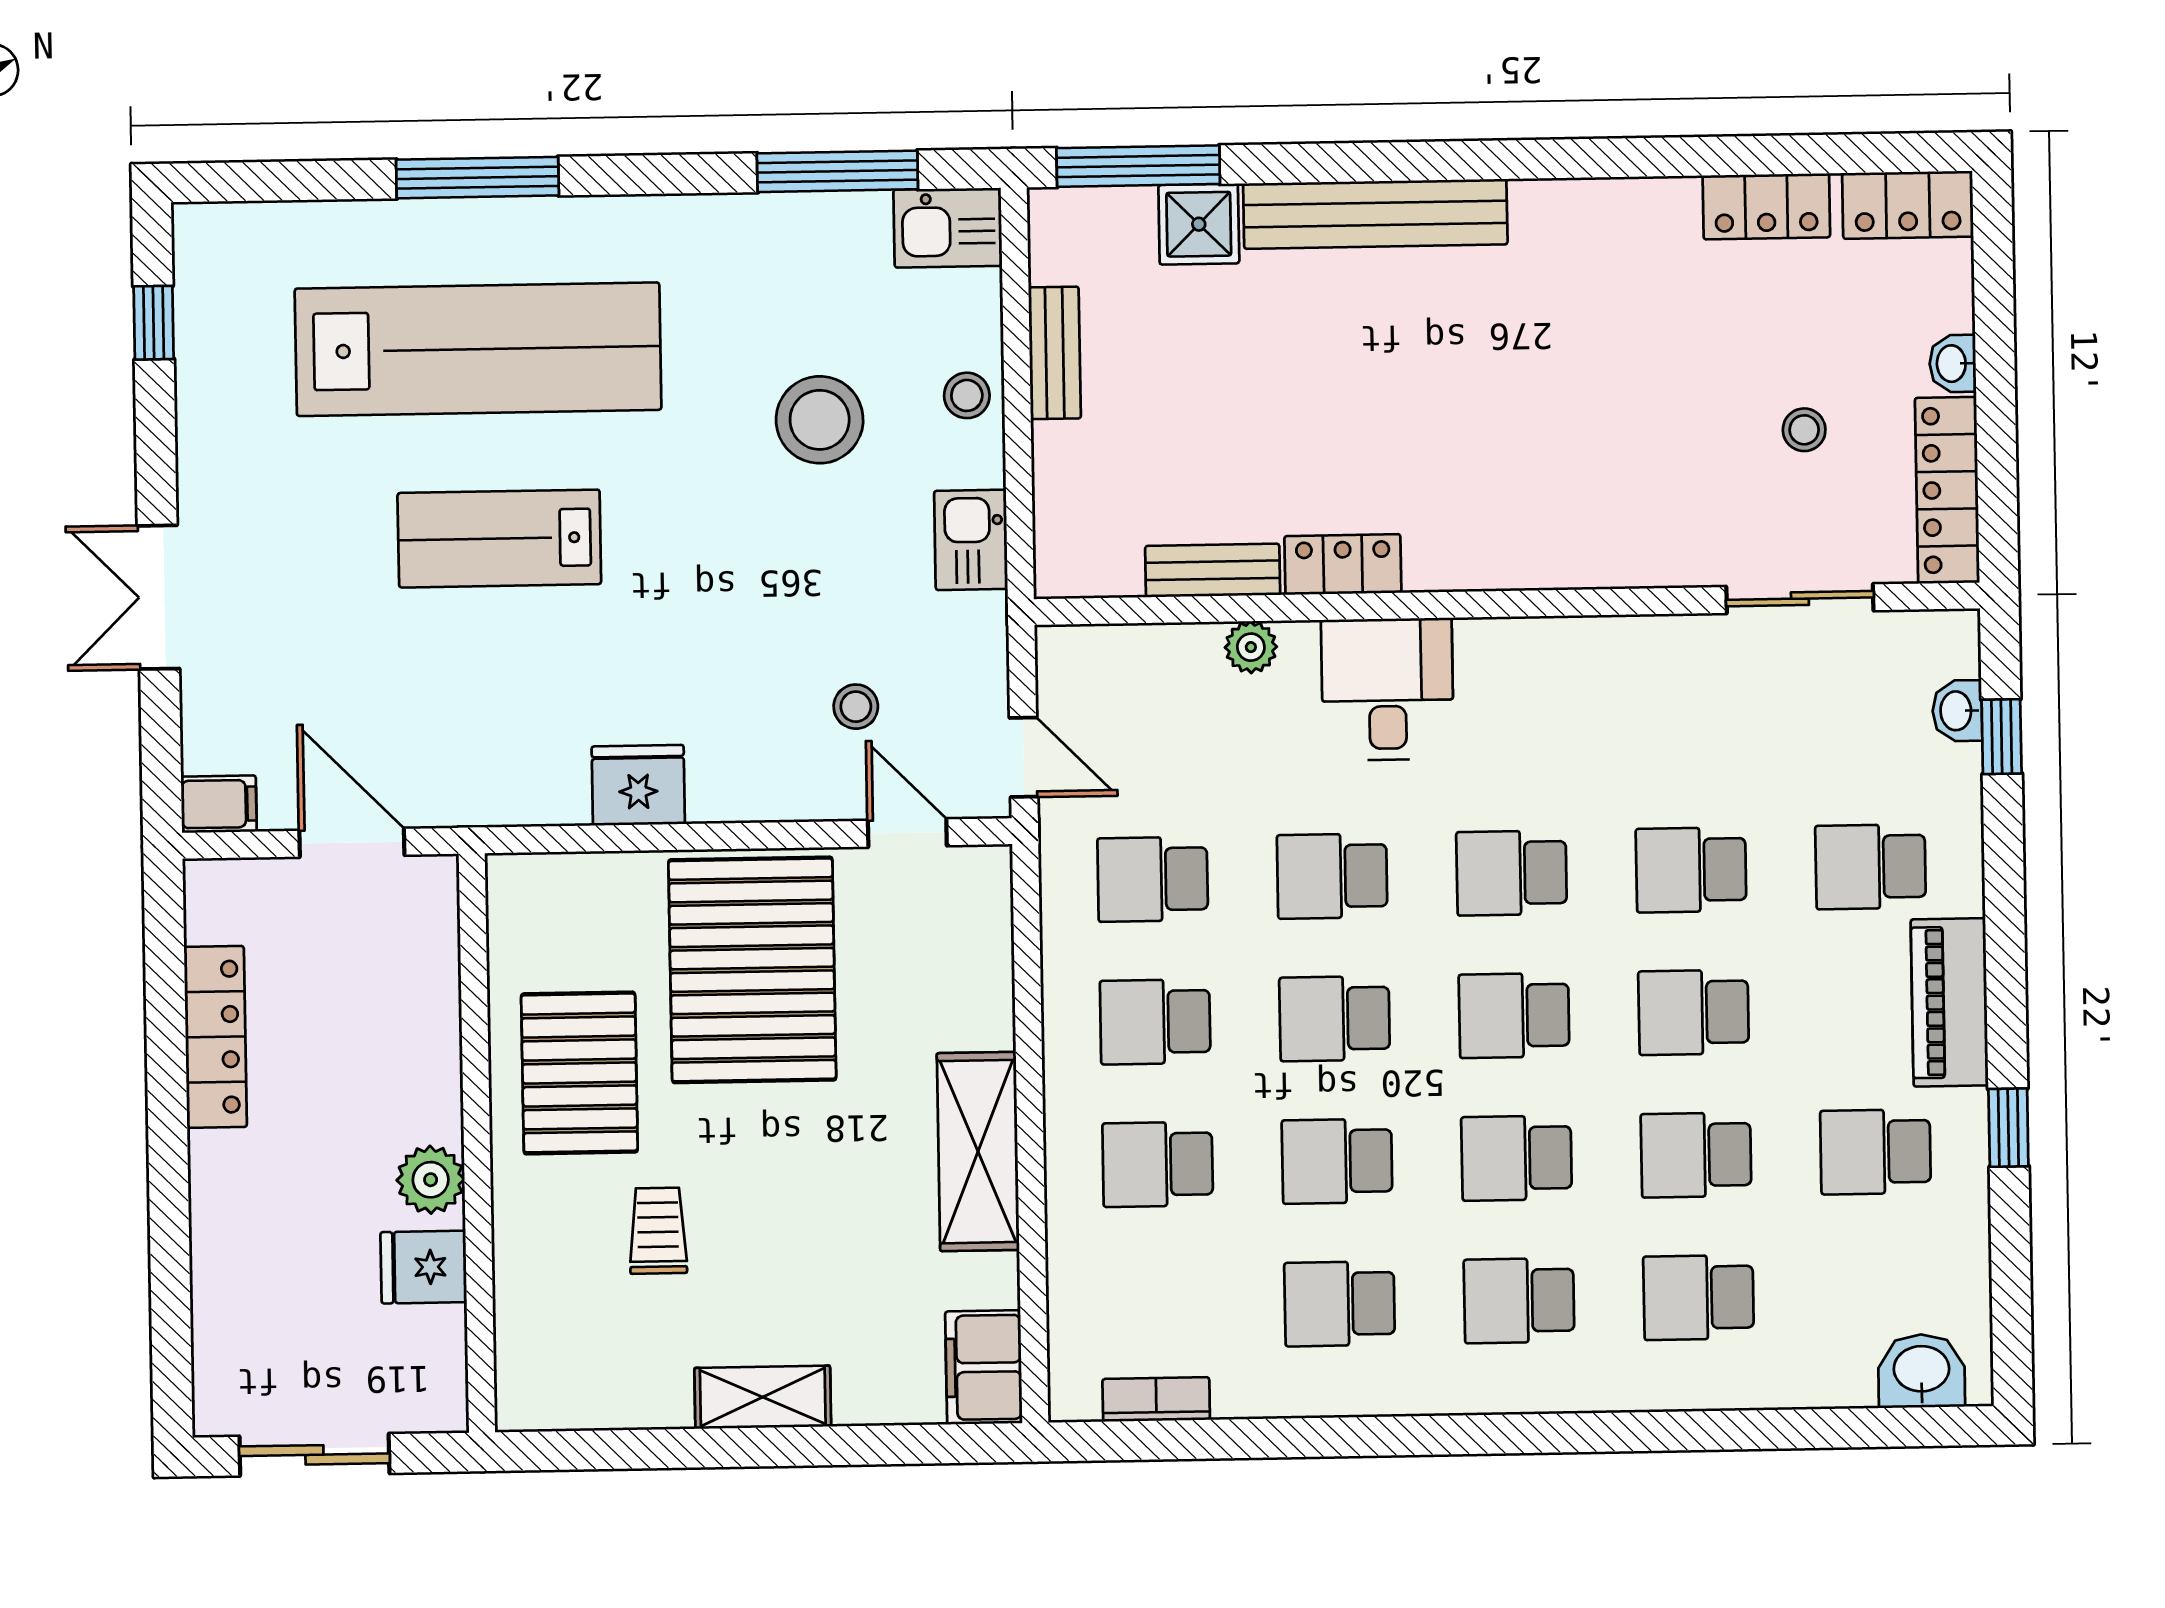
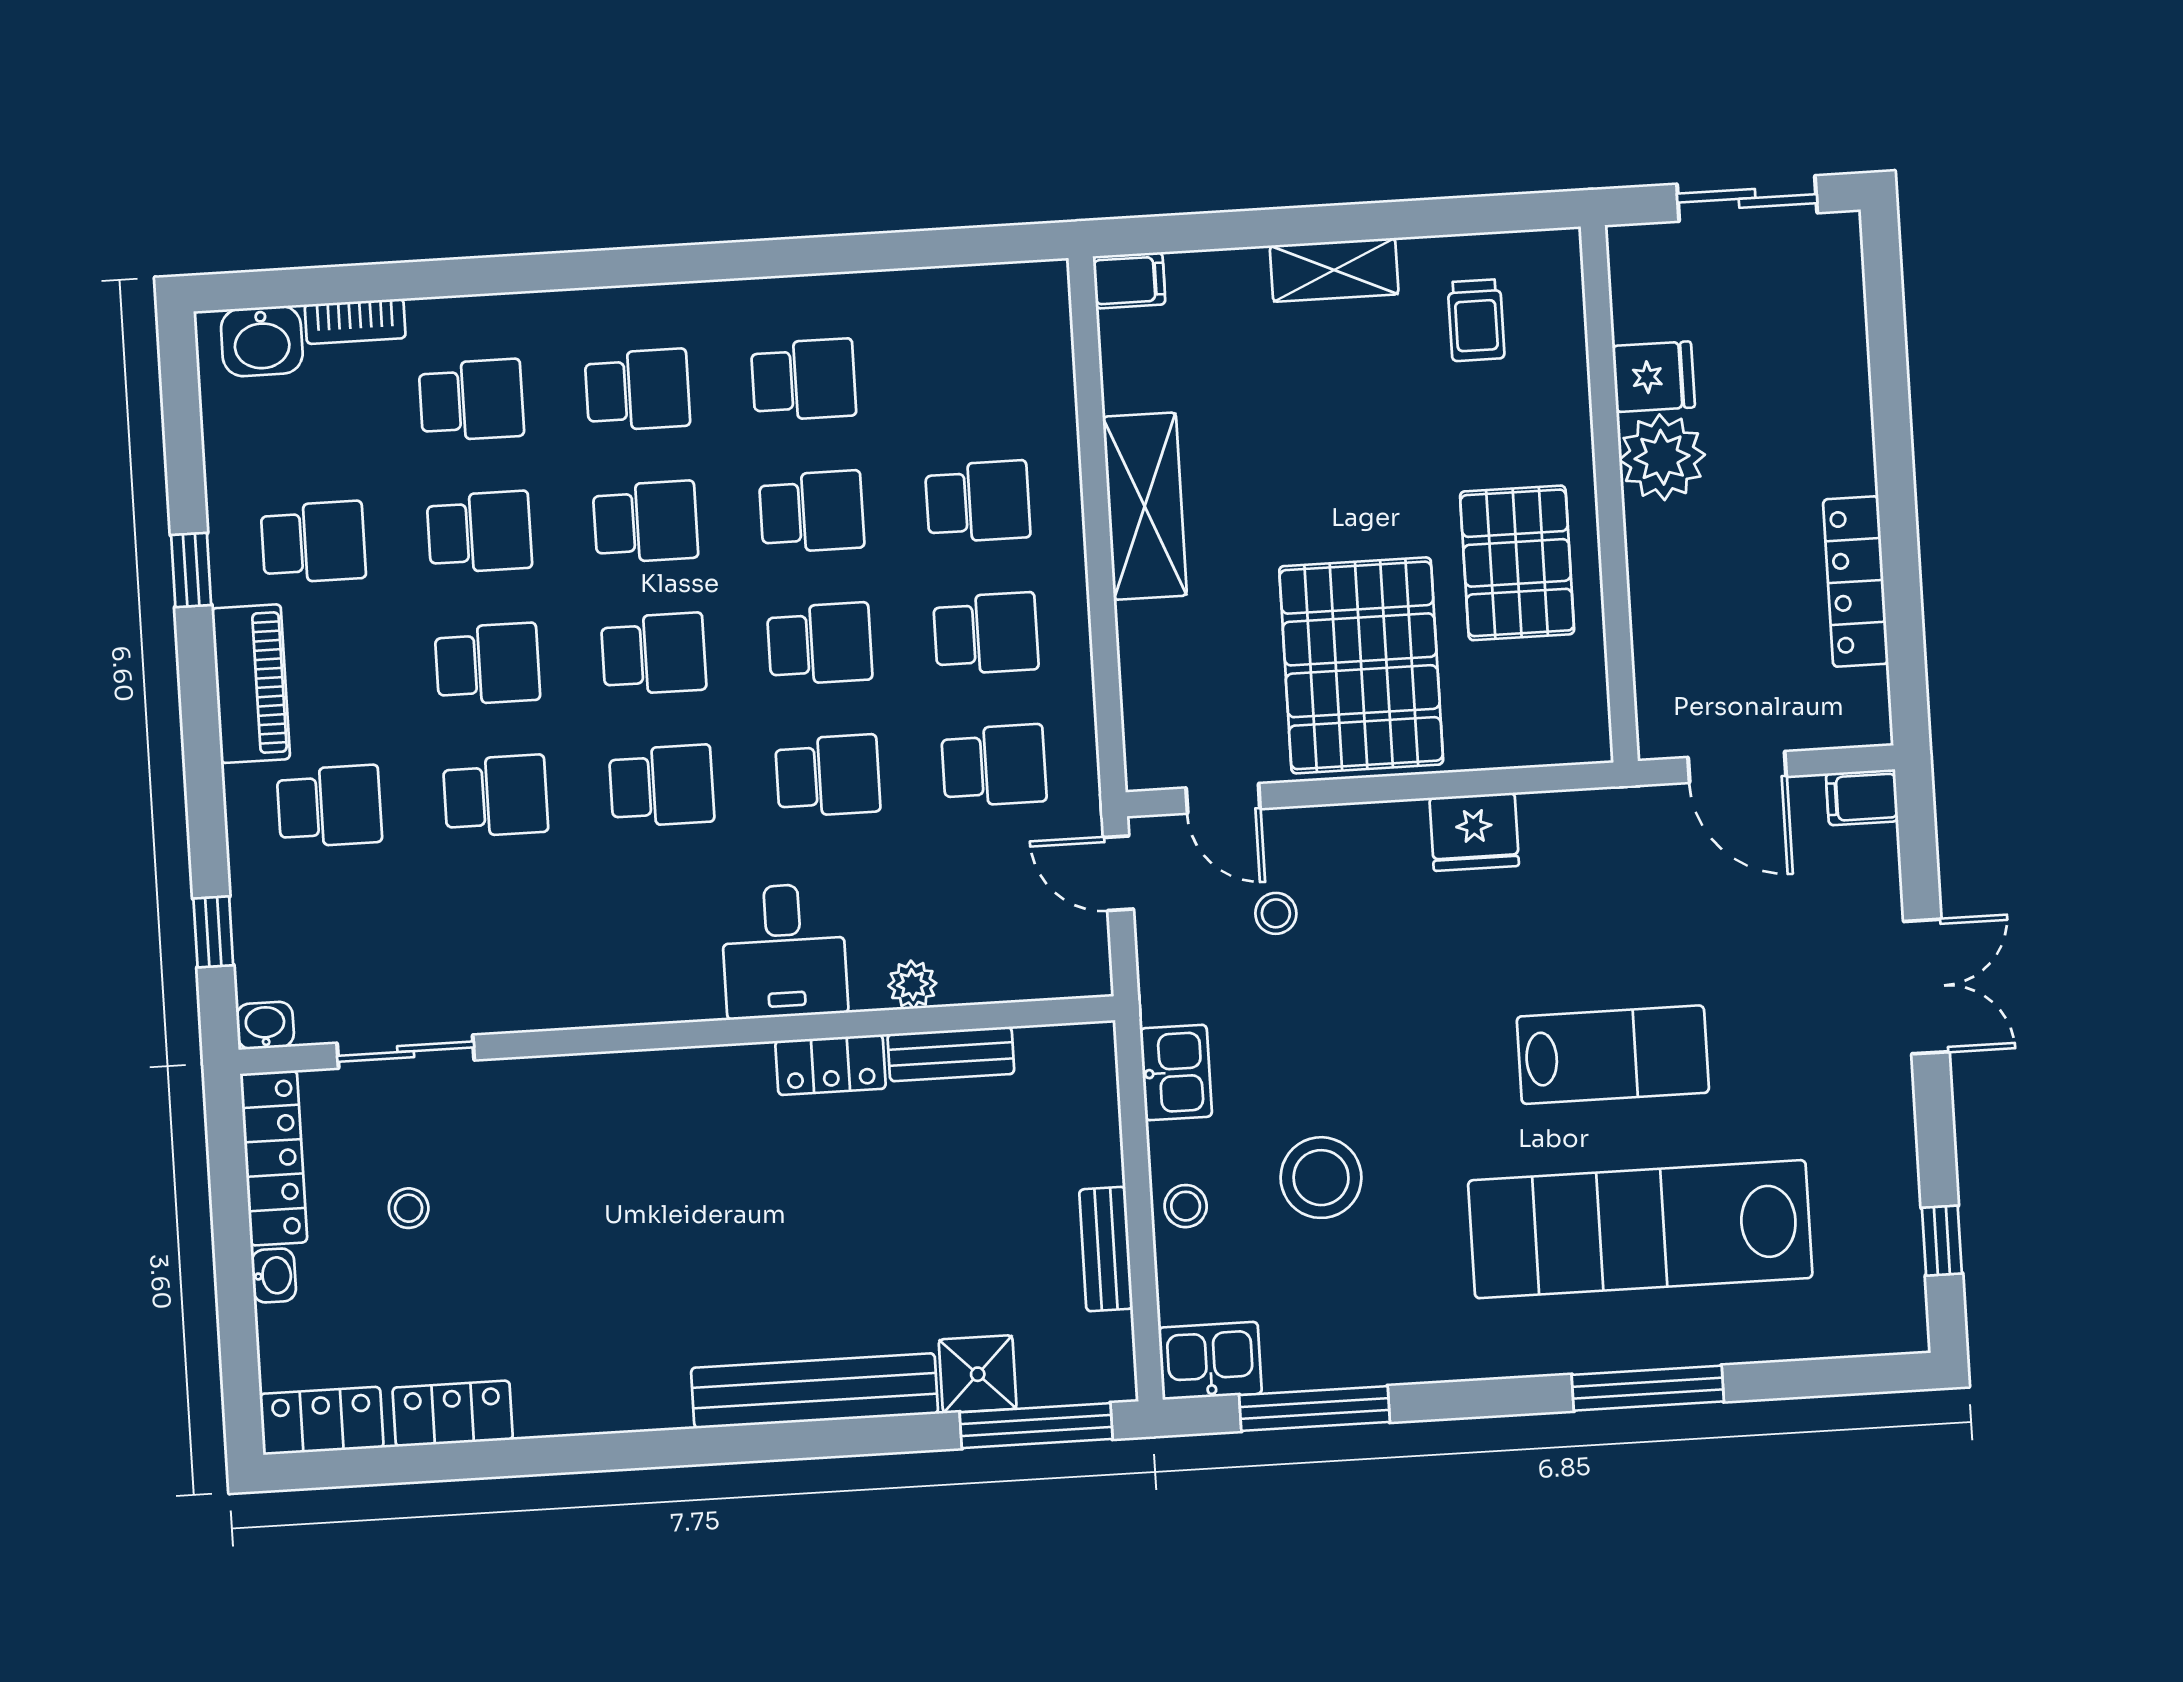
washbasin: (1957, 711) -> (265, 1025), moved, turned -90
plant: (431, 1180) -> (1662, 457), width x1.36, depth x1.36
trolley: (658, 1231) -> (1476, 320), moved
filing cabinet: (984, 1367) -> (1129, 280), width x0.50
bookcase: (1156, 1399) -> (355, 321), moved

